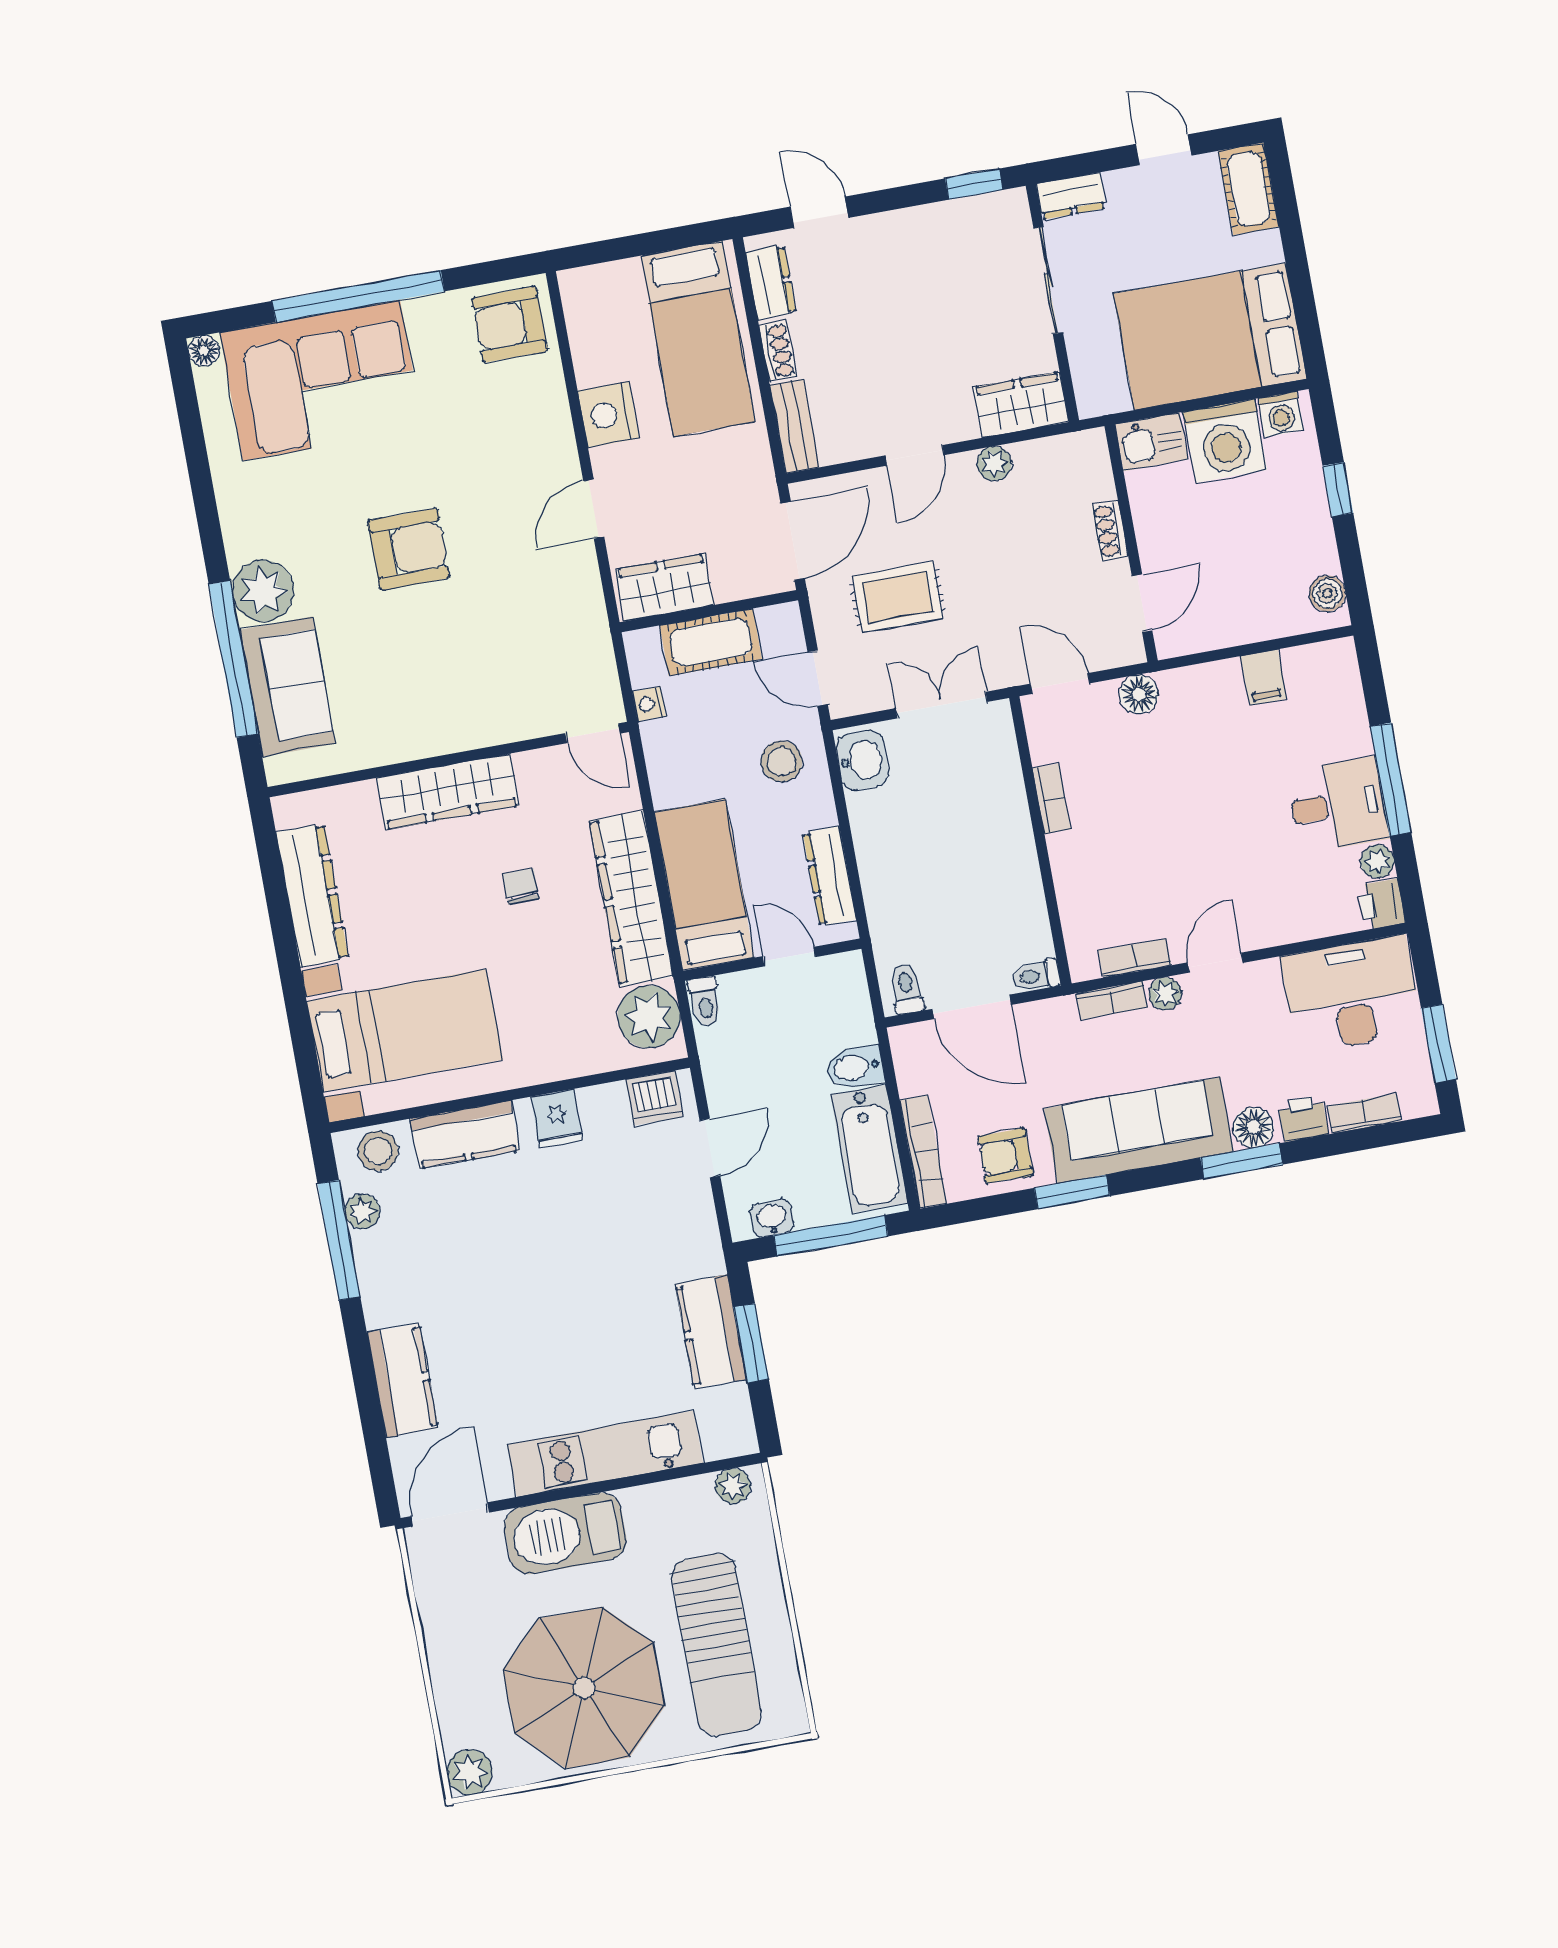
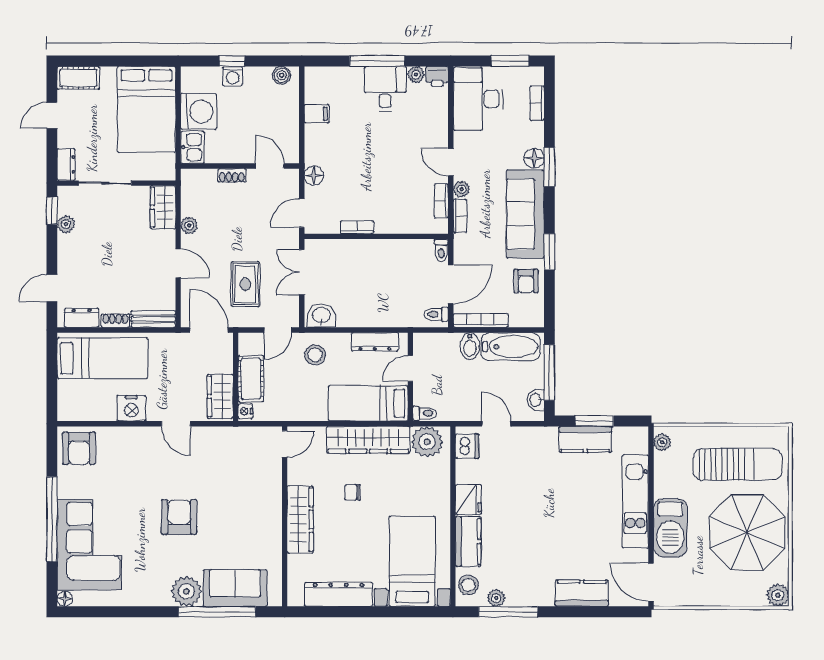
plant: (952, 217) -> (66, 224), added
washing machine: (1281, 414) -> (233, 76), moved, turned 90
nightstand: (649, 704) -> (245, 411), moved, turned 90
printer: (1303, 1118) -> (534, 133), removed
fridge: (557, 1119) -> (468, 500), width x1.38
bookcase: (923, 1152) -> (481, 320), moved

